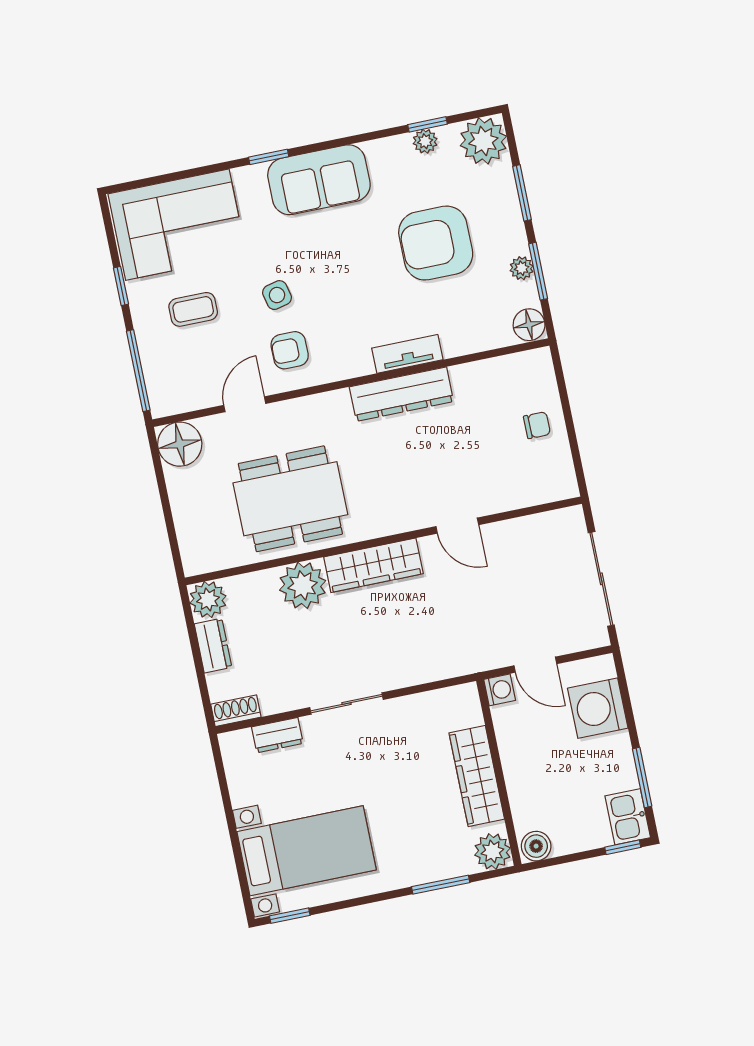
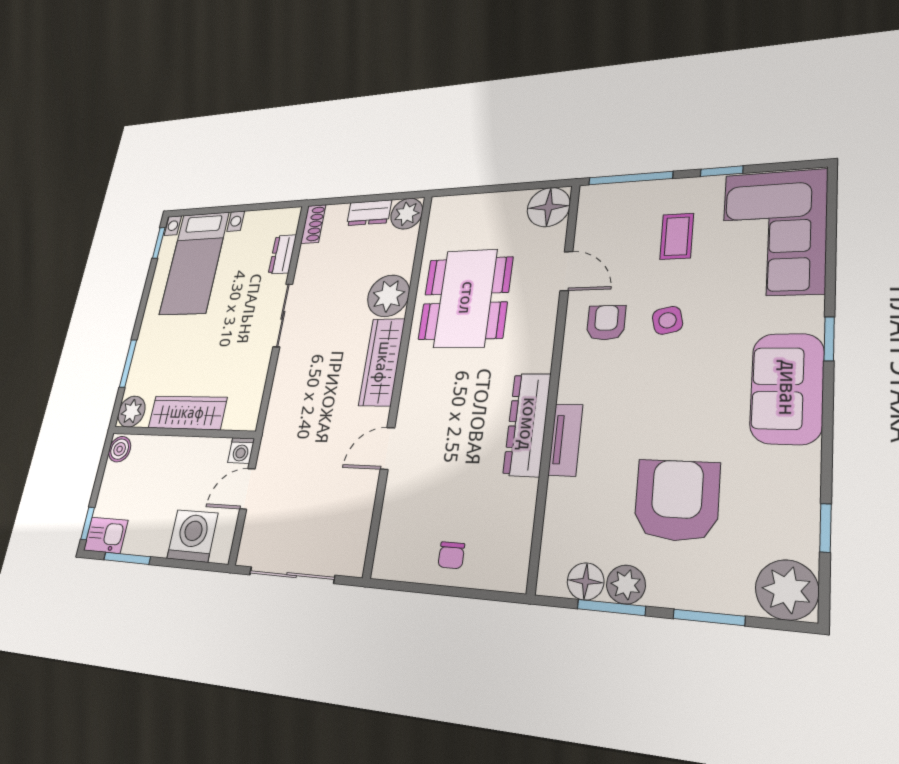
plant: (425, 141) -> (804, 520), removed
plant: (522, 268) -> (626, 585), width x1.38, depth x1.38
floor lamp: (529, 325) -> (586, 581), moved

